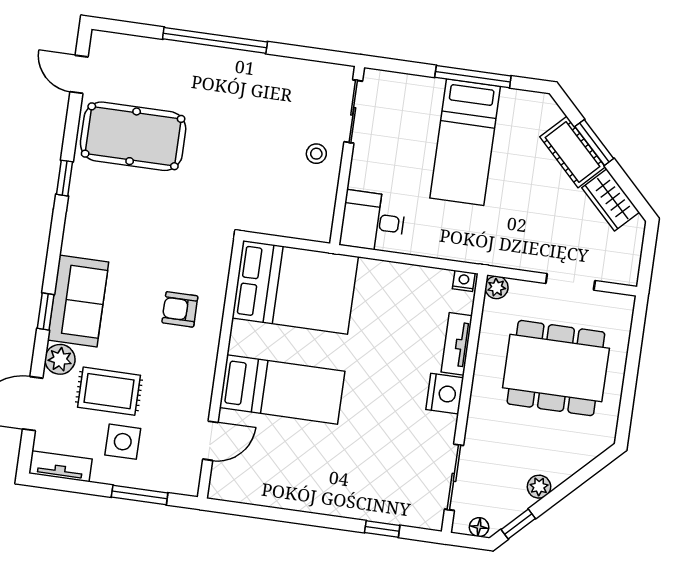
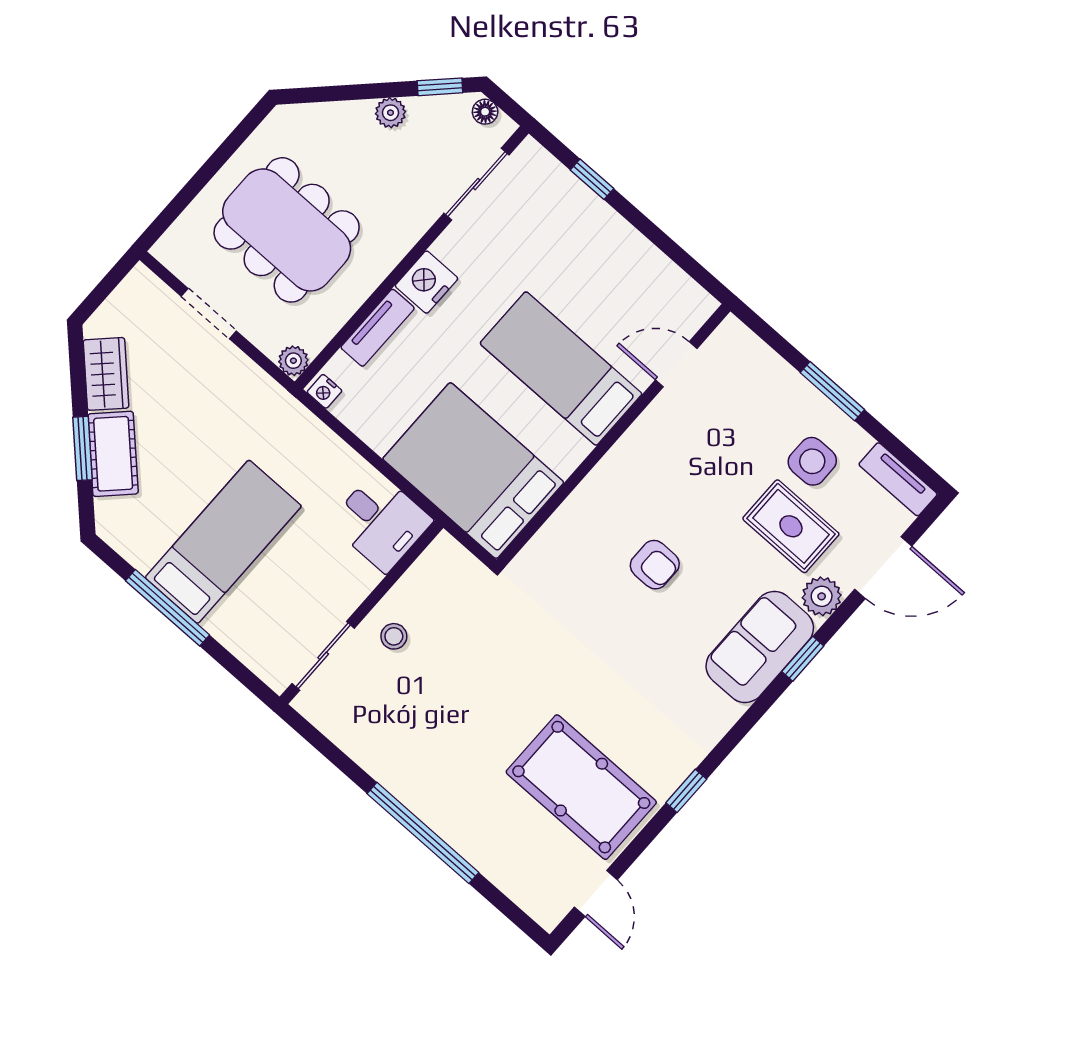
bed: (295, 287) -> (473, 471), moved
wall: (220, 369) -> (613, 435), moved
bed: (282, 389) -> (561, 369), moved
door: (210, 441) -> (676, 364), moved

